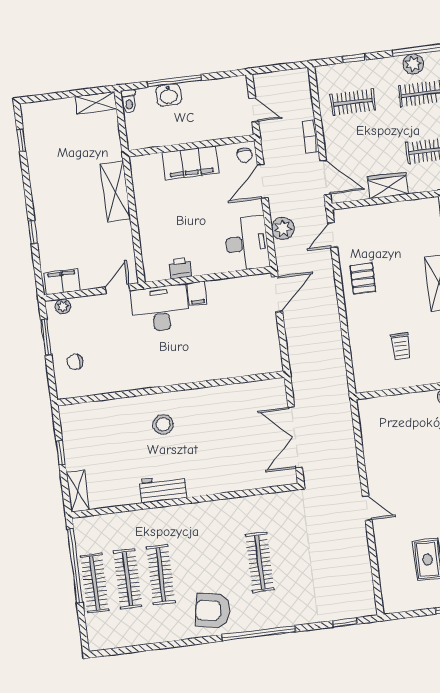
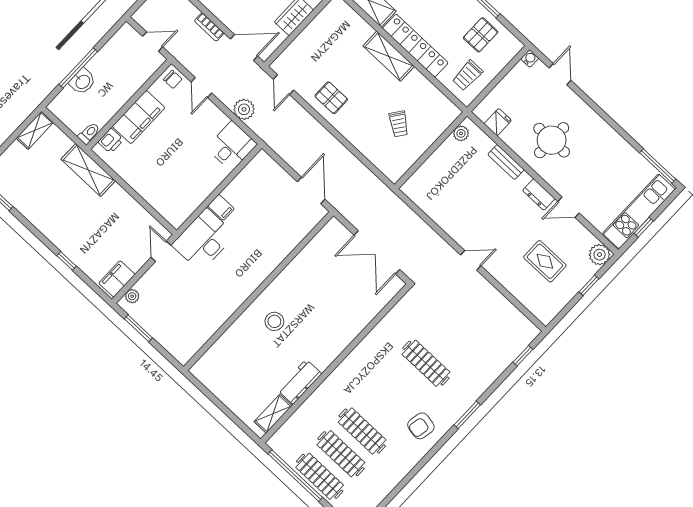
toilet: (129, 101) -> (89, 133), moved, turned -90
door: (263, 181) -> (201, 88), width x0.73
shelving: (115, 191) -> (88, 170), moved
desk: (247, 243) -> (232, 146), width x0.73
printer: (180, 268) -> (111, 141), moved, turned 180
door: (277, 294) -> (311, 190), moved
trolley: (401, 346) -> (399, 124), turned 36
chair: (75, 362) -> (174, 329), removed
window: (61, 453) -> (218, 403), removed
workbench: (163, 489) -> (300, 382), moved
shelving: (78, 491) -> (273, 414), moved, turned 90
armchair: (213, 611) -> (421, 426), width x0.72, depth x0.72
window: (259, 633) -> (467, 415), width x0.47

